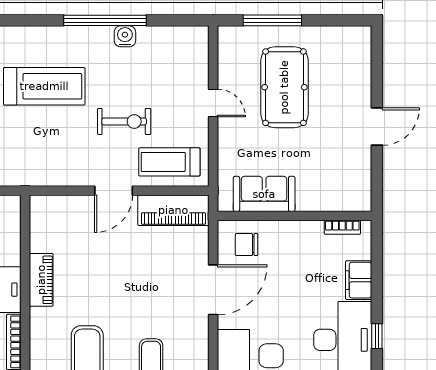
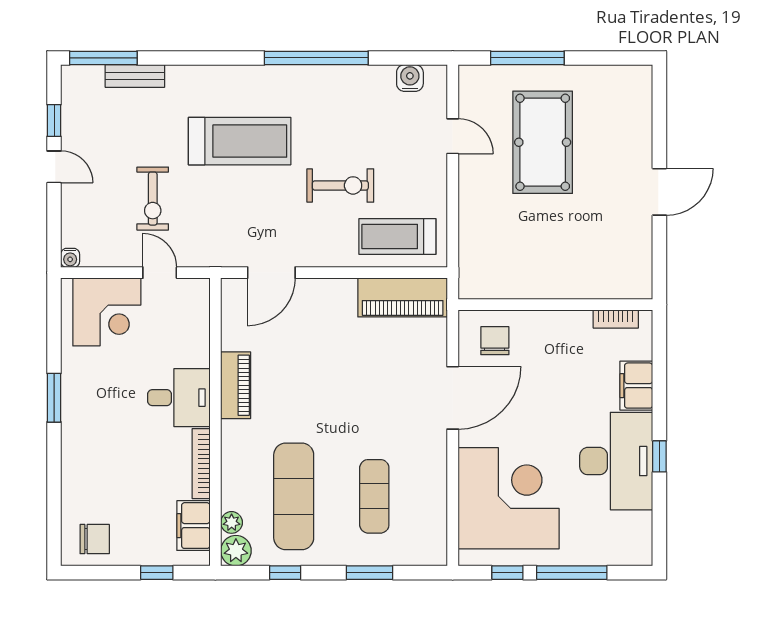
water cooler: (125, 36) -> (410, 78), moved
door: (213, 103) -> (453, 136), moved
door: (114, 191) -> (271, 273), moved
sofa: (264, 194) -> (517, 277), removed
chair: (247, 245) -> (495, 341), turned 90

